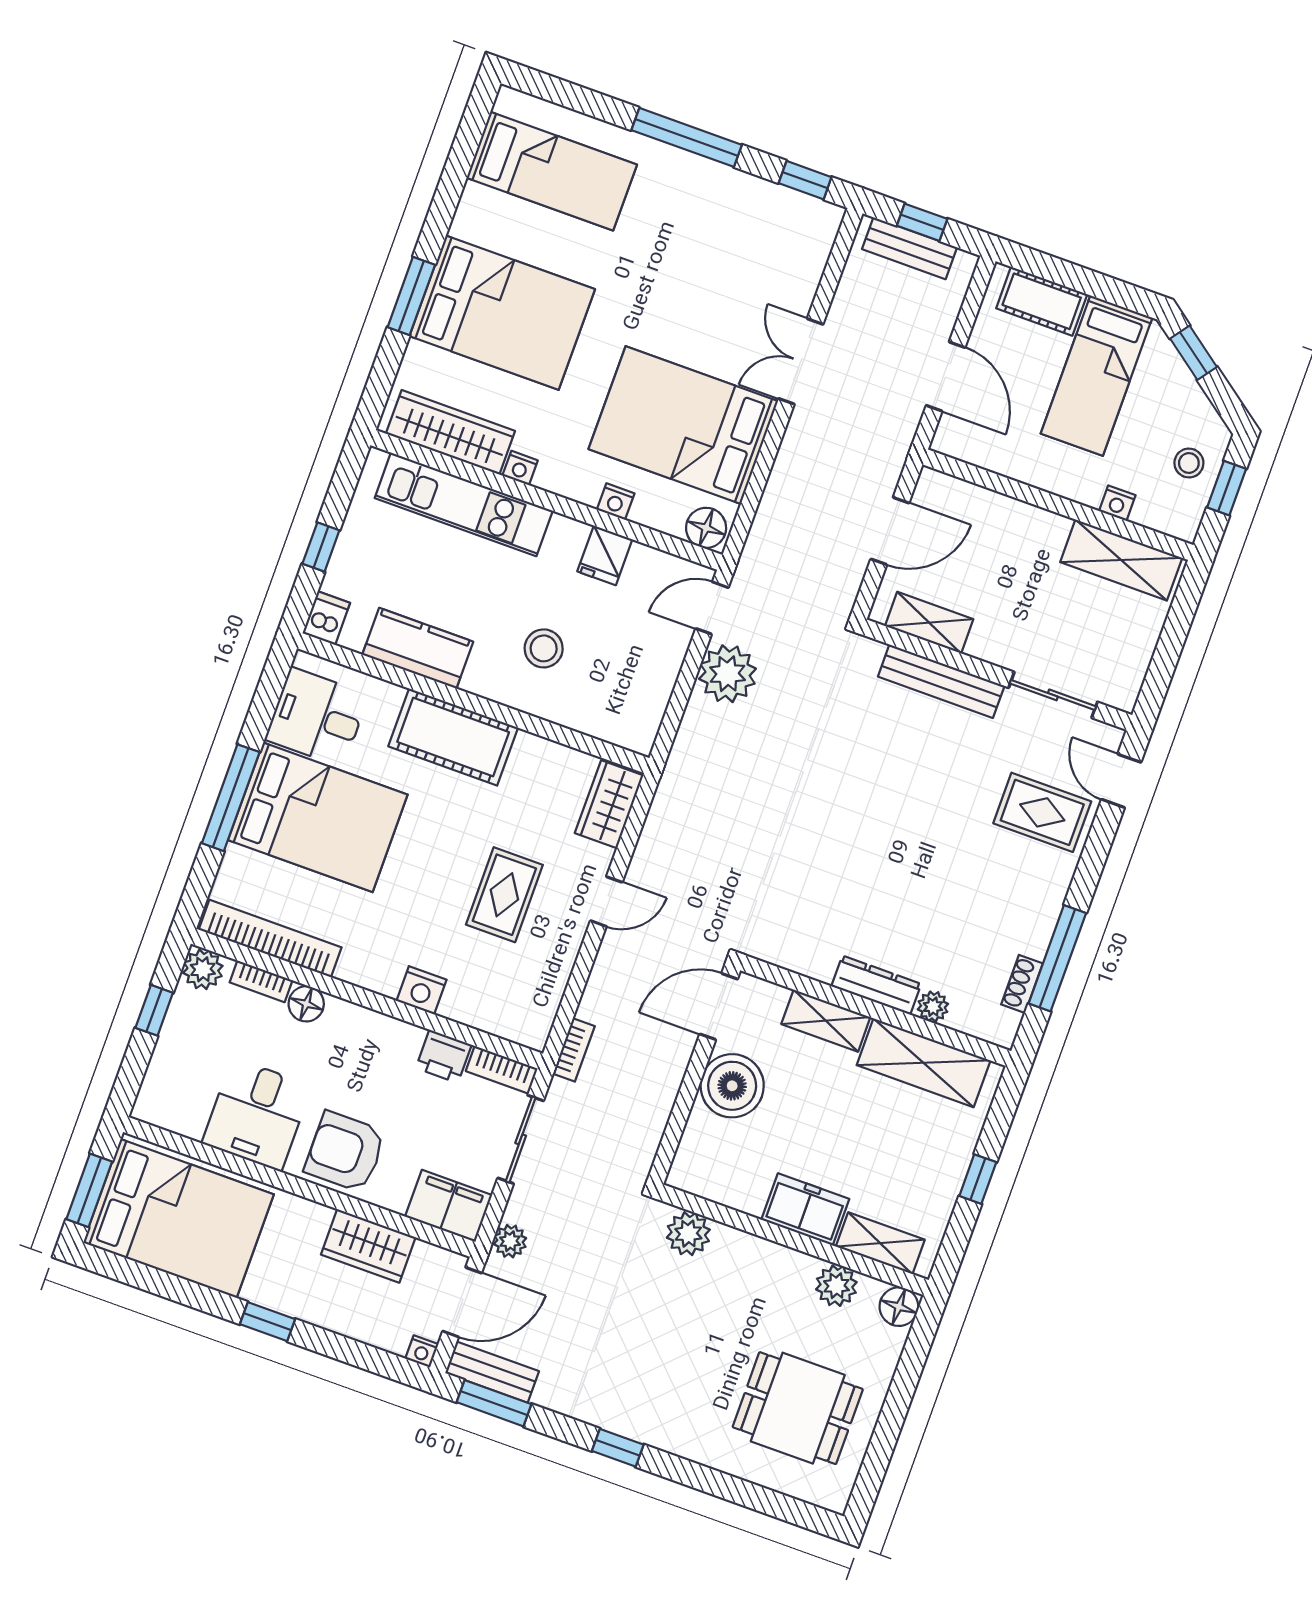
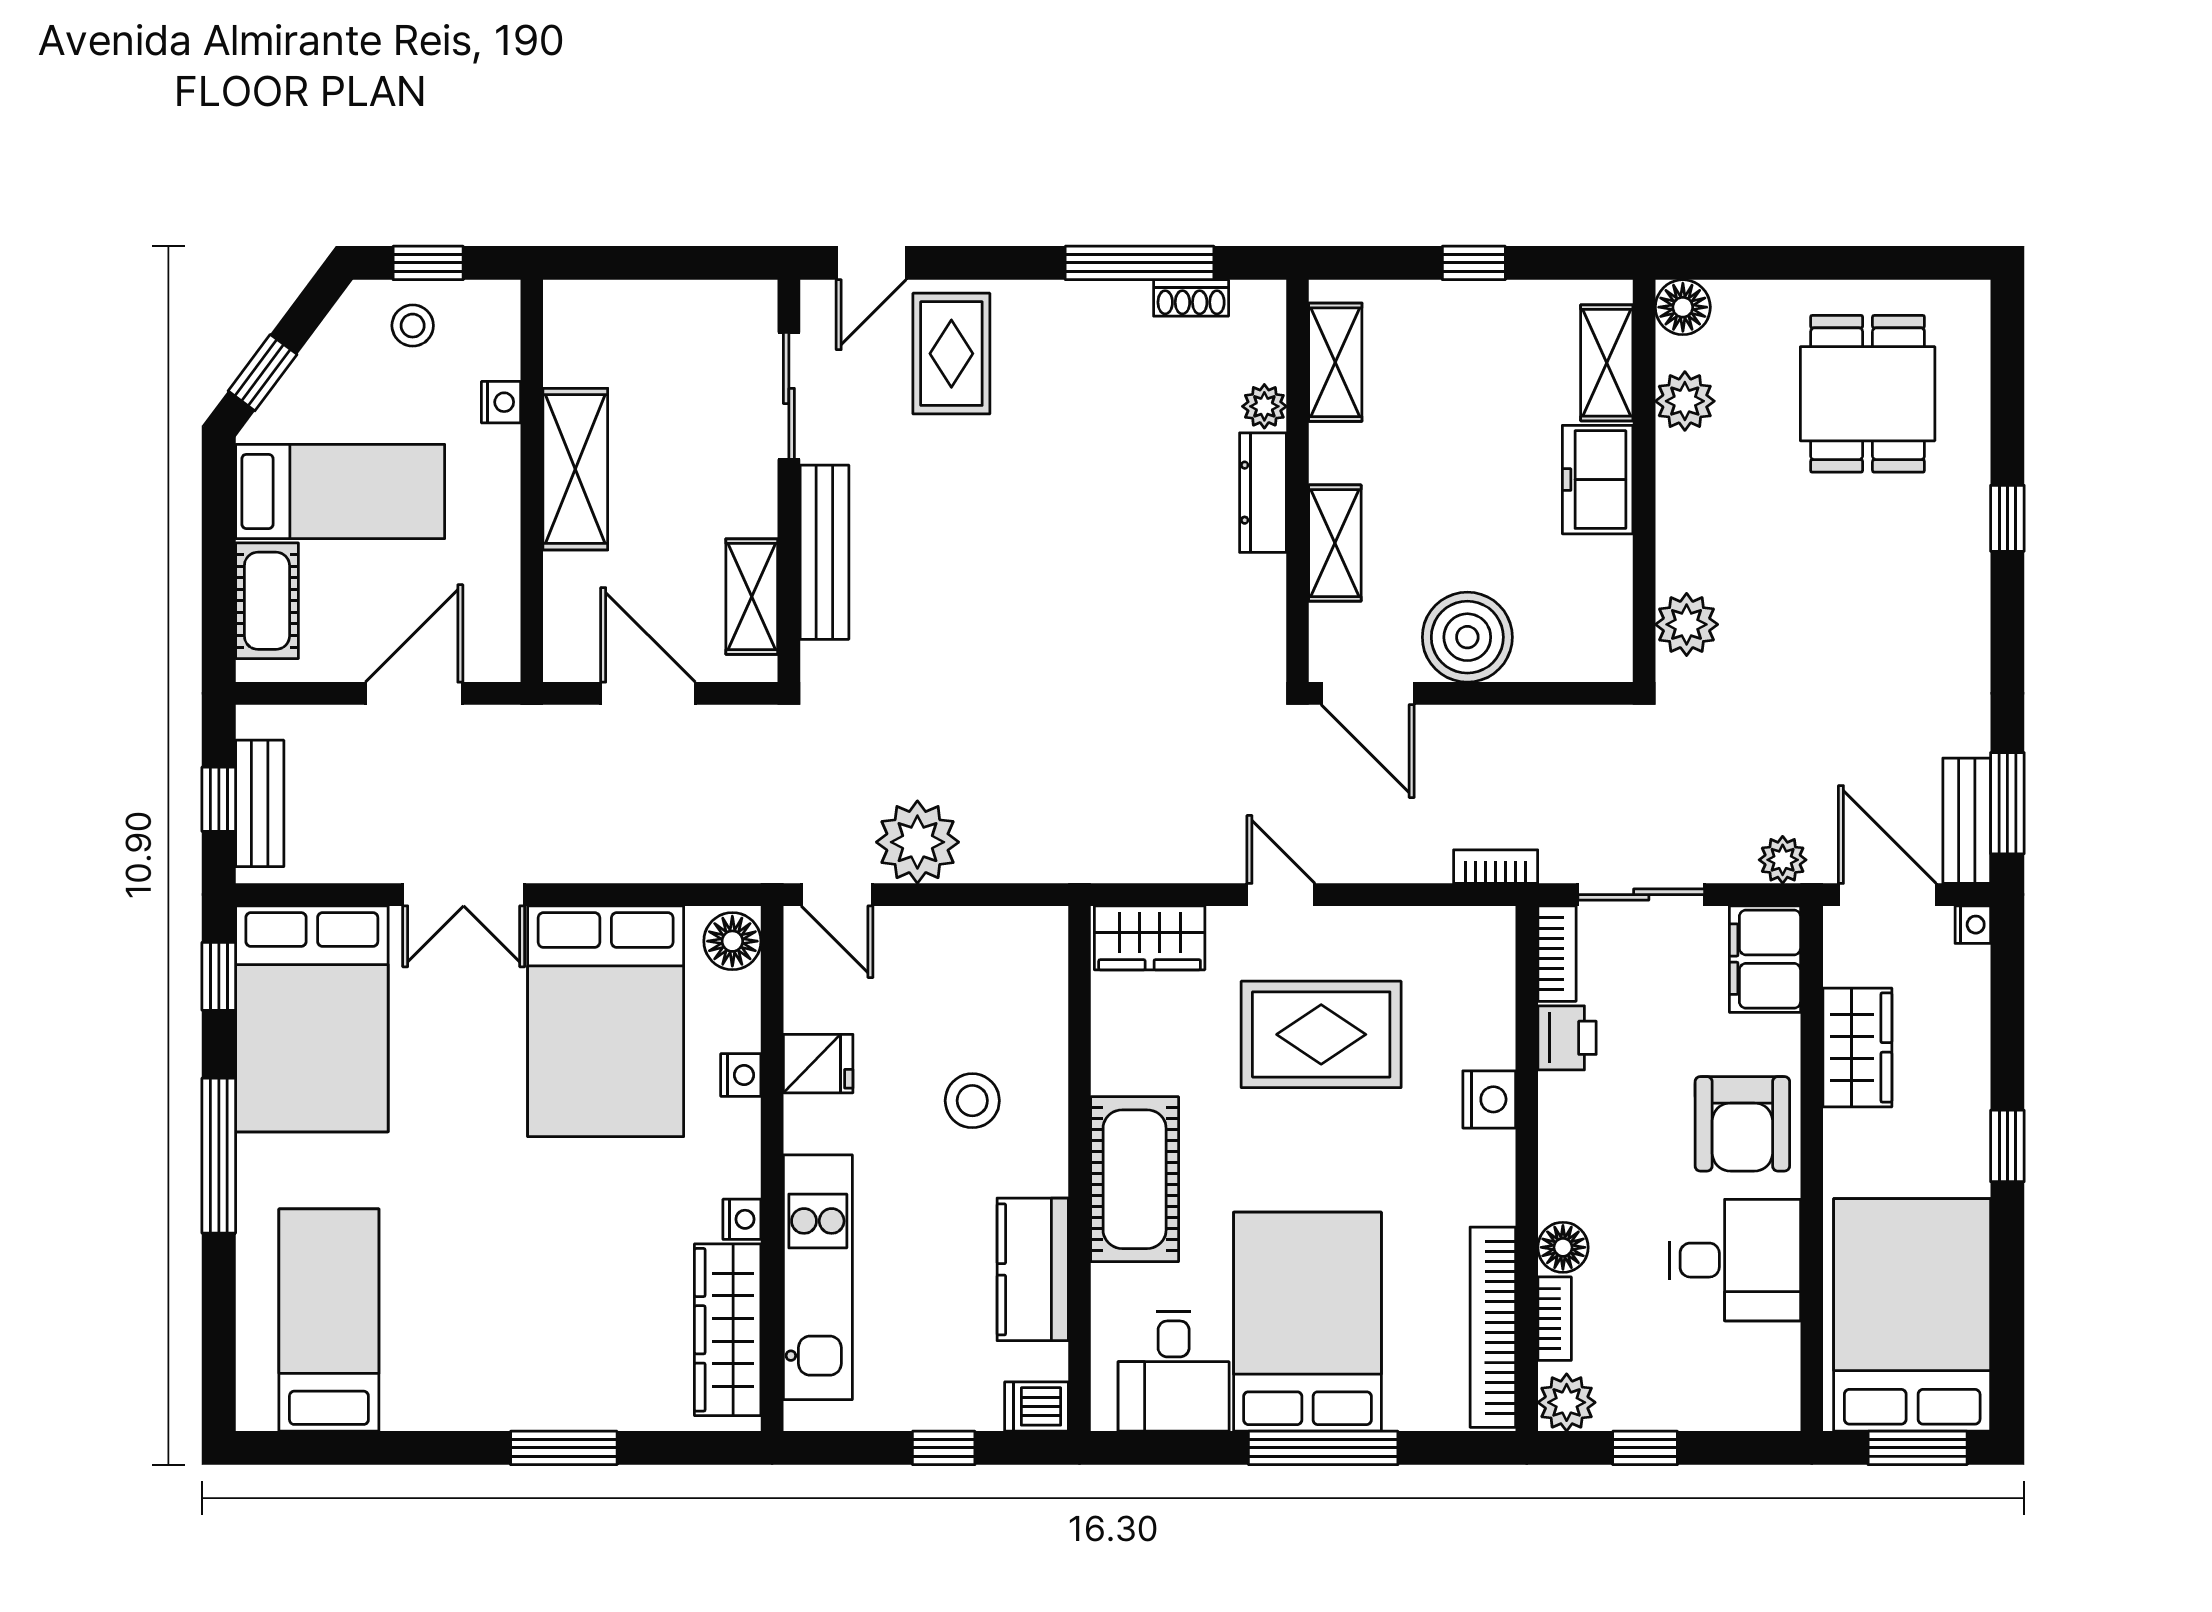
bed: (502, 313) -> (312, 1019), moved, turned 180
shelving: (1121, 560) -> (575, 469), moved
rug: (504, 895) -> (1321, 1034), width x1.36, depth x1.43
shelving: (924, 1063) -> (1335, 362), width x0.67, depth x0.75
window: (618, 1448) -> (2007, 518), moved

